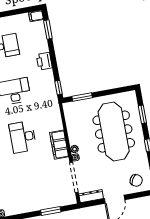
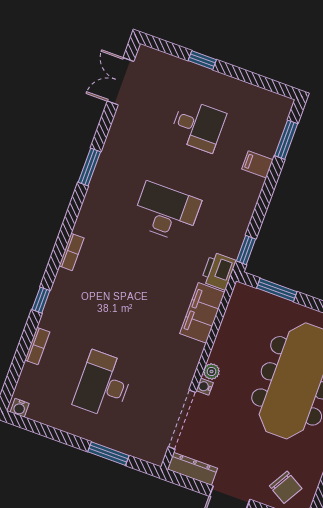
filing cabinet: (36, 16) -> (257, 164), moved
printer: (44, 61) -> (219, 271), moved
desk: (23, 137) -> (104, 385), moved
filing cabinet: (59, 145) -> (202, 313), moved

